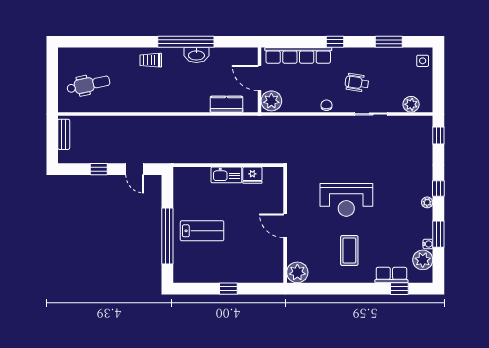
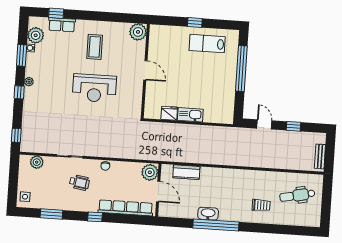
trolley: (151, 60) -> (261, 205), moved
reception desk: (346, 200) -> (94, 88), turned 180
lab bench: (202, 231) -> (207, 44), moved

